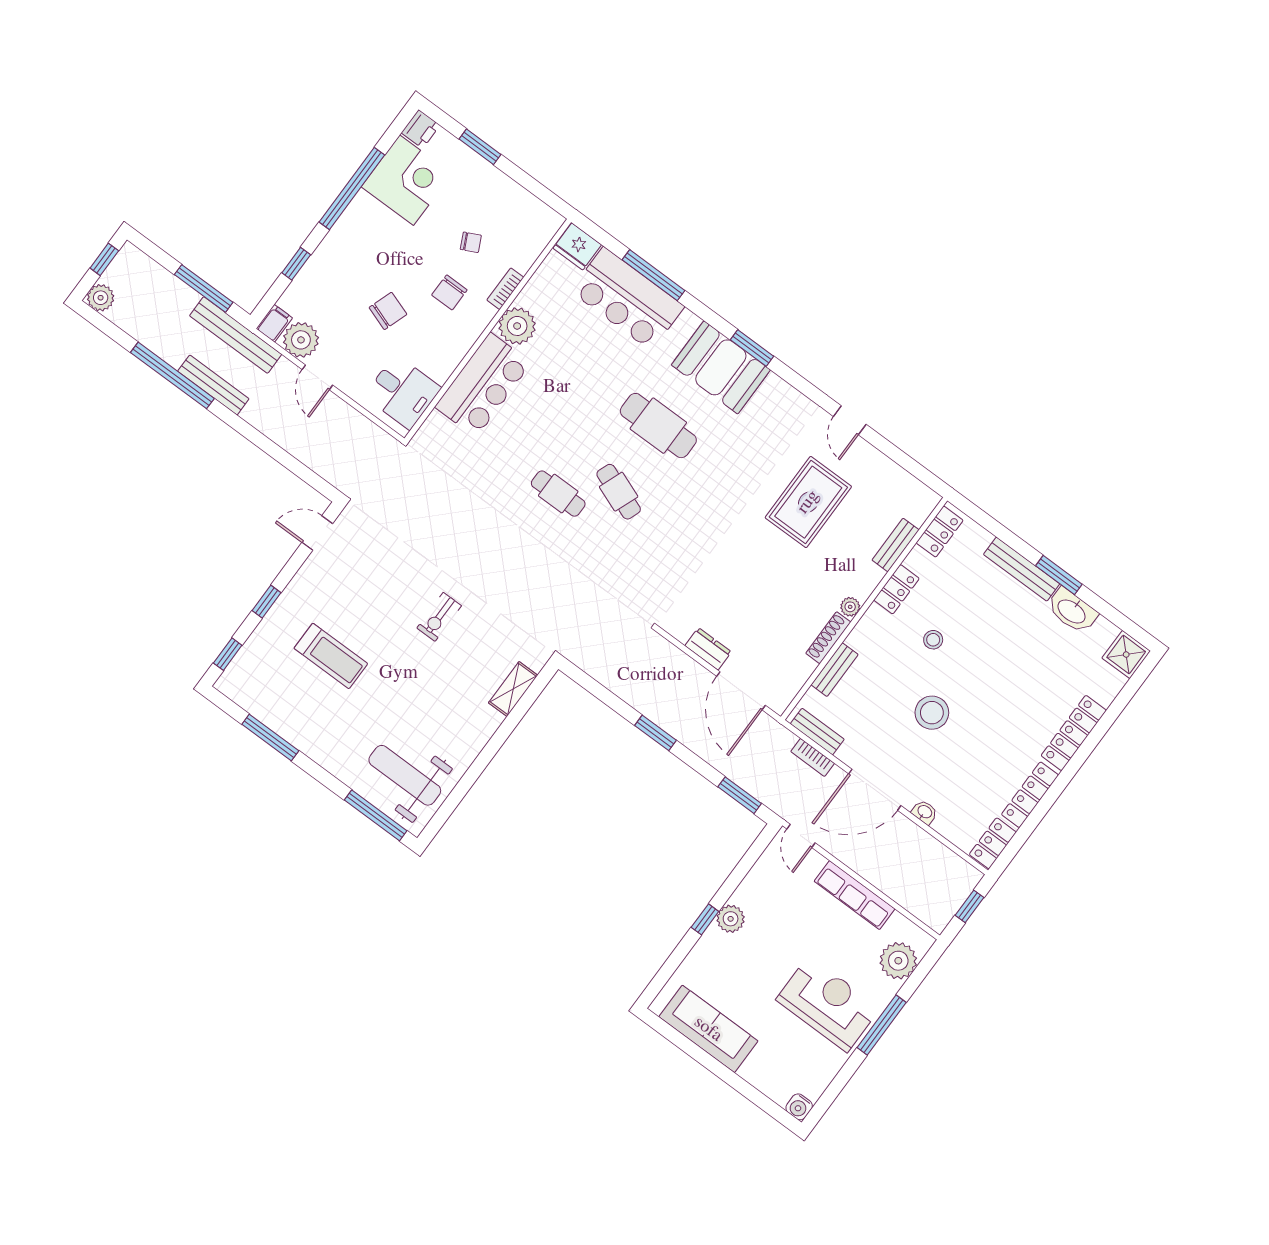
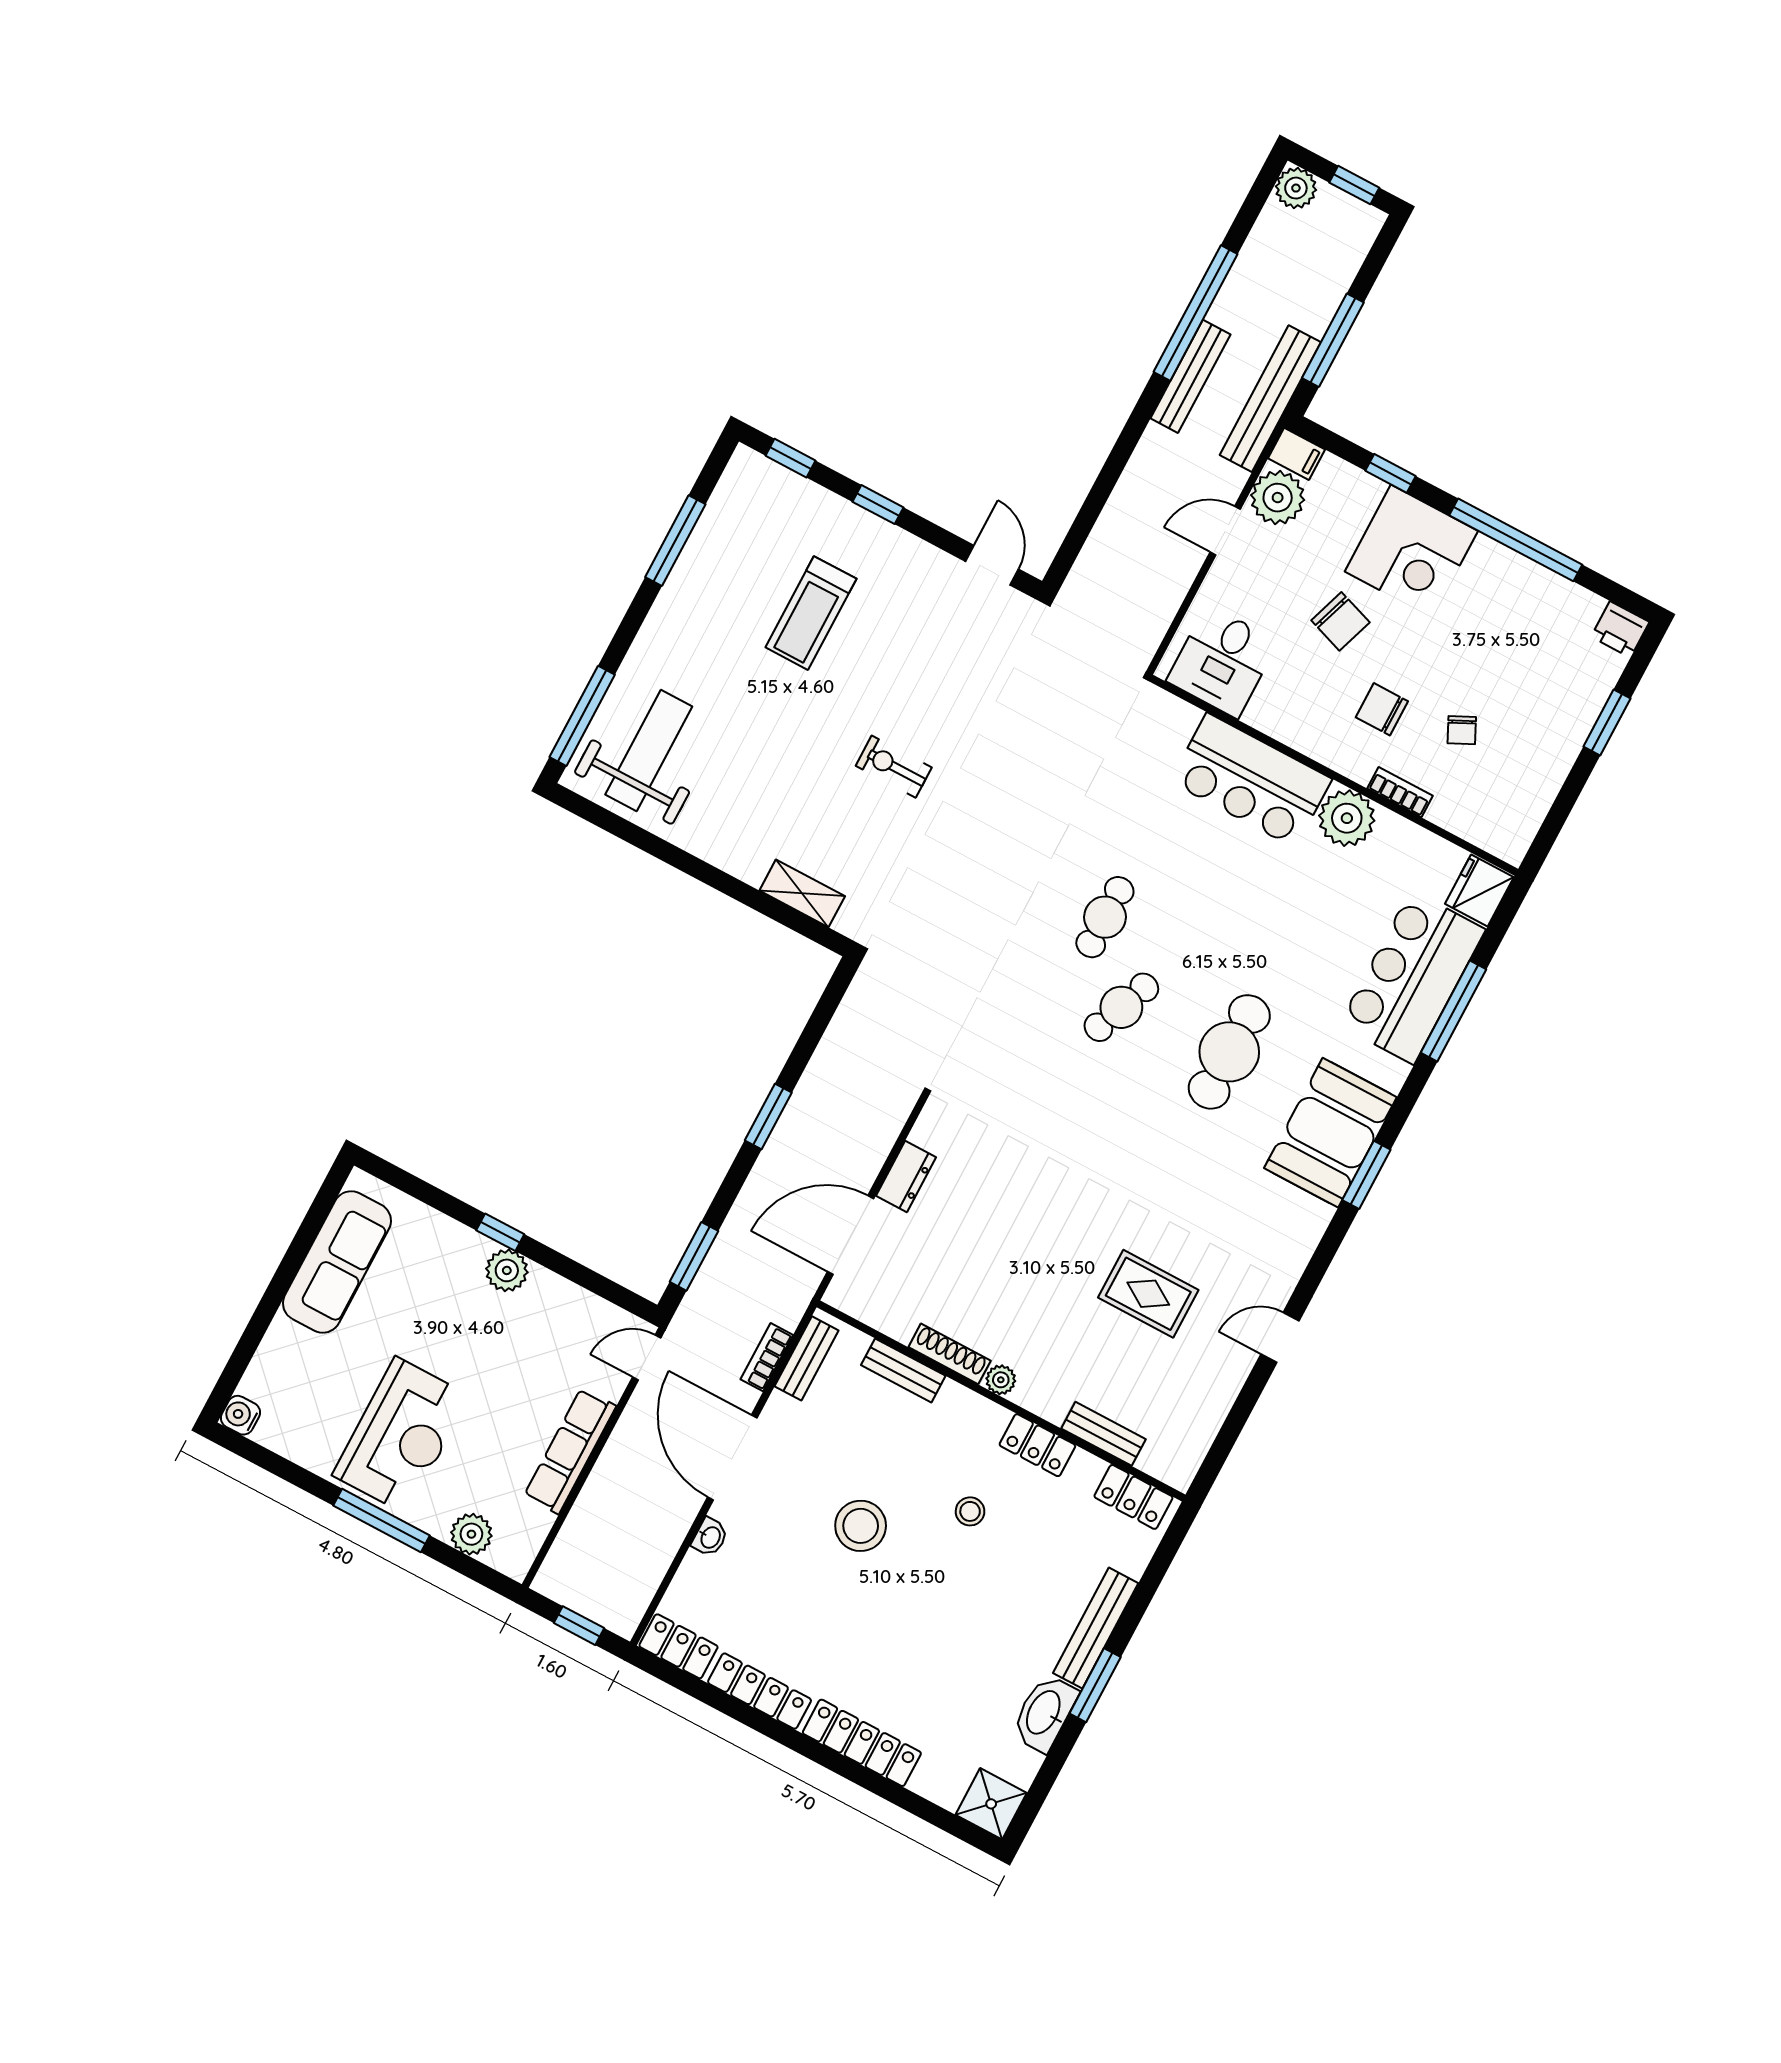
corner desk: (407, 180) -> (1411, 551), moved
rug: (808, 502) -> (1148, 1294), width x0.73, depth x0.70
plant: (898, 961) -> (471, 1534), width x0.73, depth x0.73

